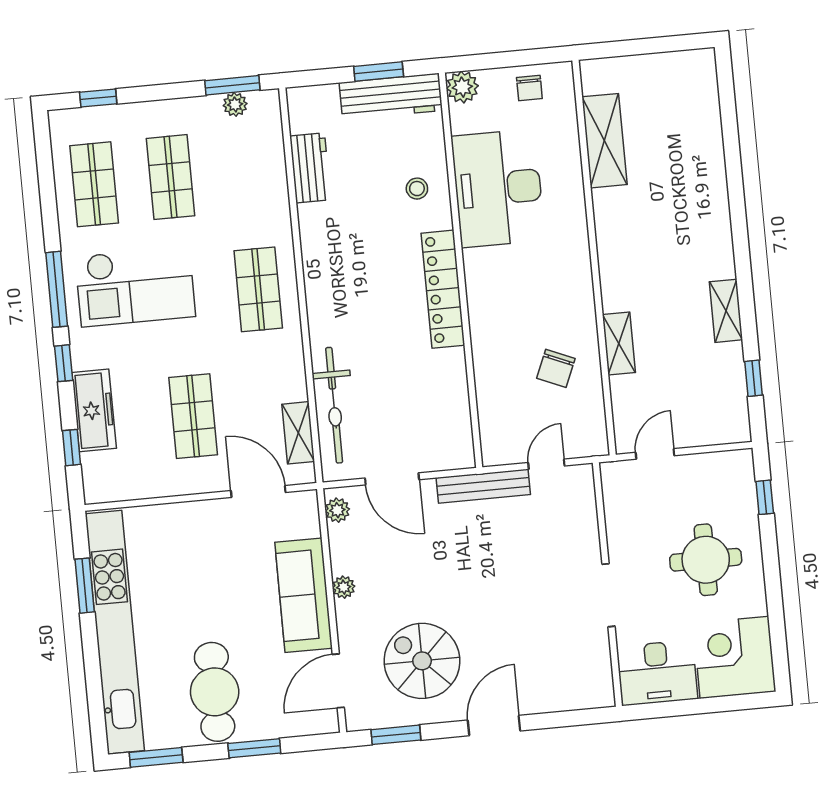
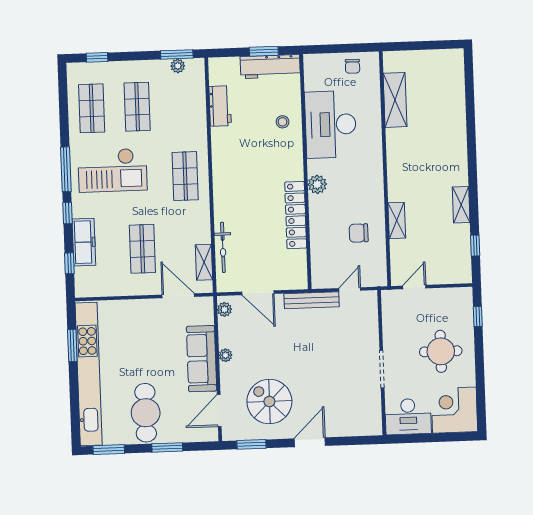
plant: (462, 87) -> (317, 184), moved
locker: (443, 289) -> (296, 215), moved
chair: (556, 368) -> (359, 233), turned 67
bicycle: (334, 405) -> (223, 247), width x0.73, depth x0.71

